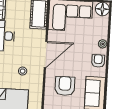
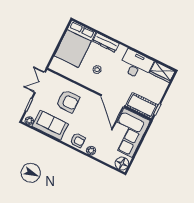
door: (46, 54) -> (113, 101), moved

